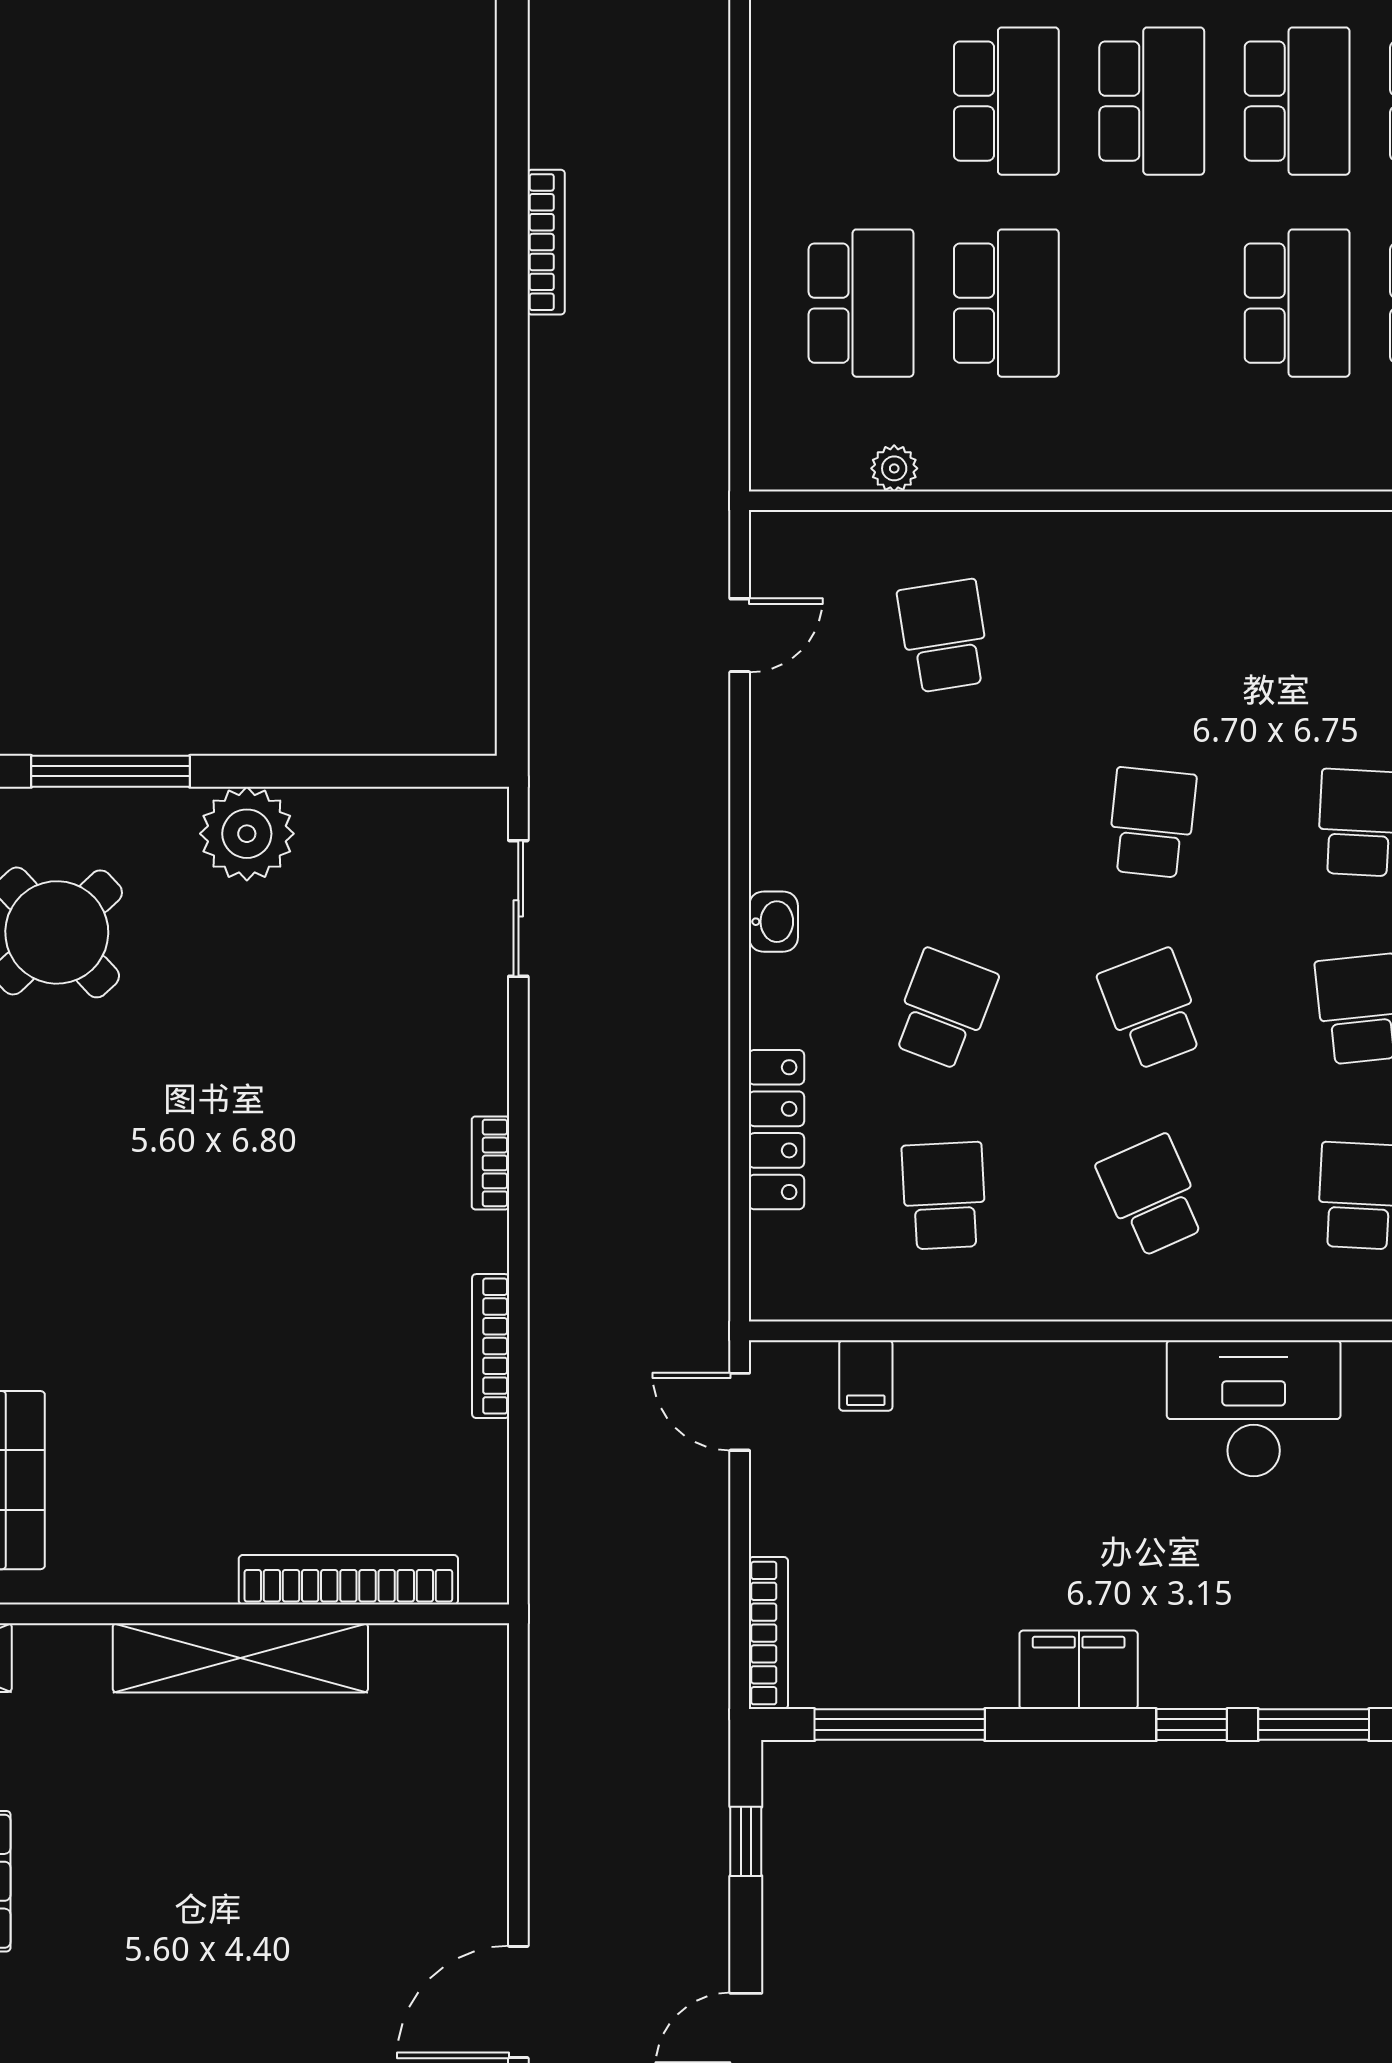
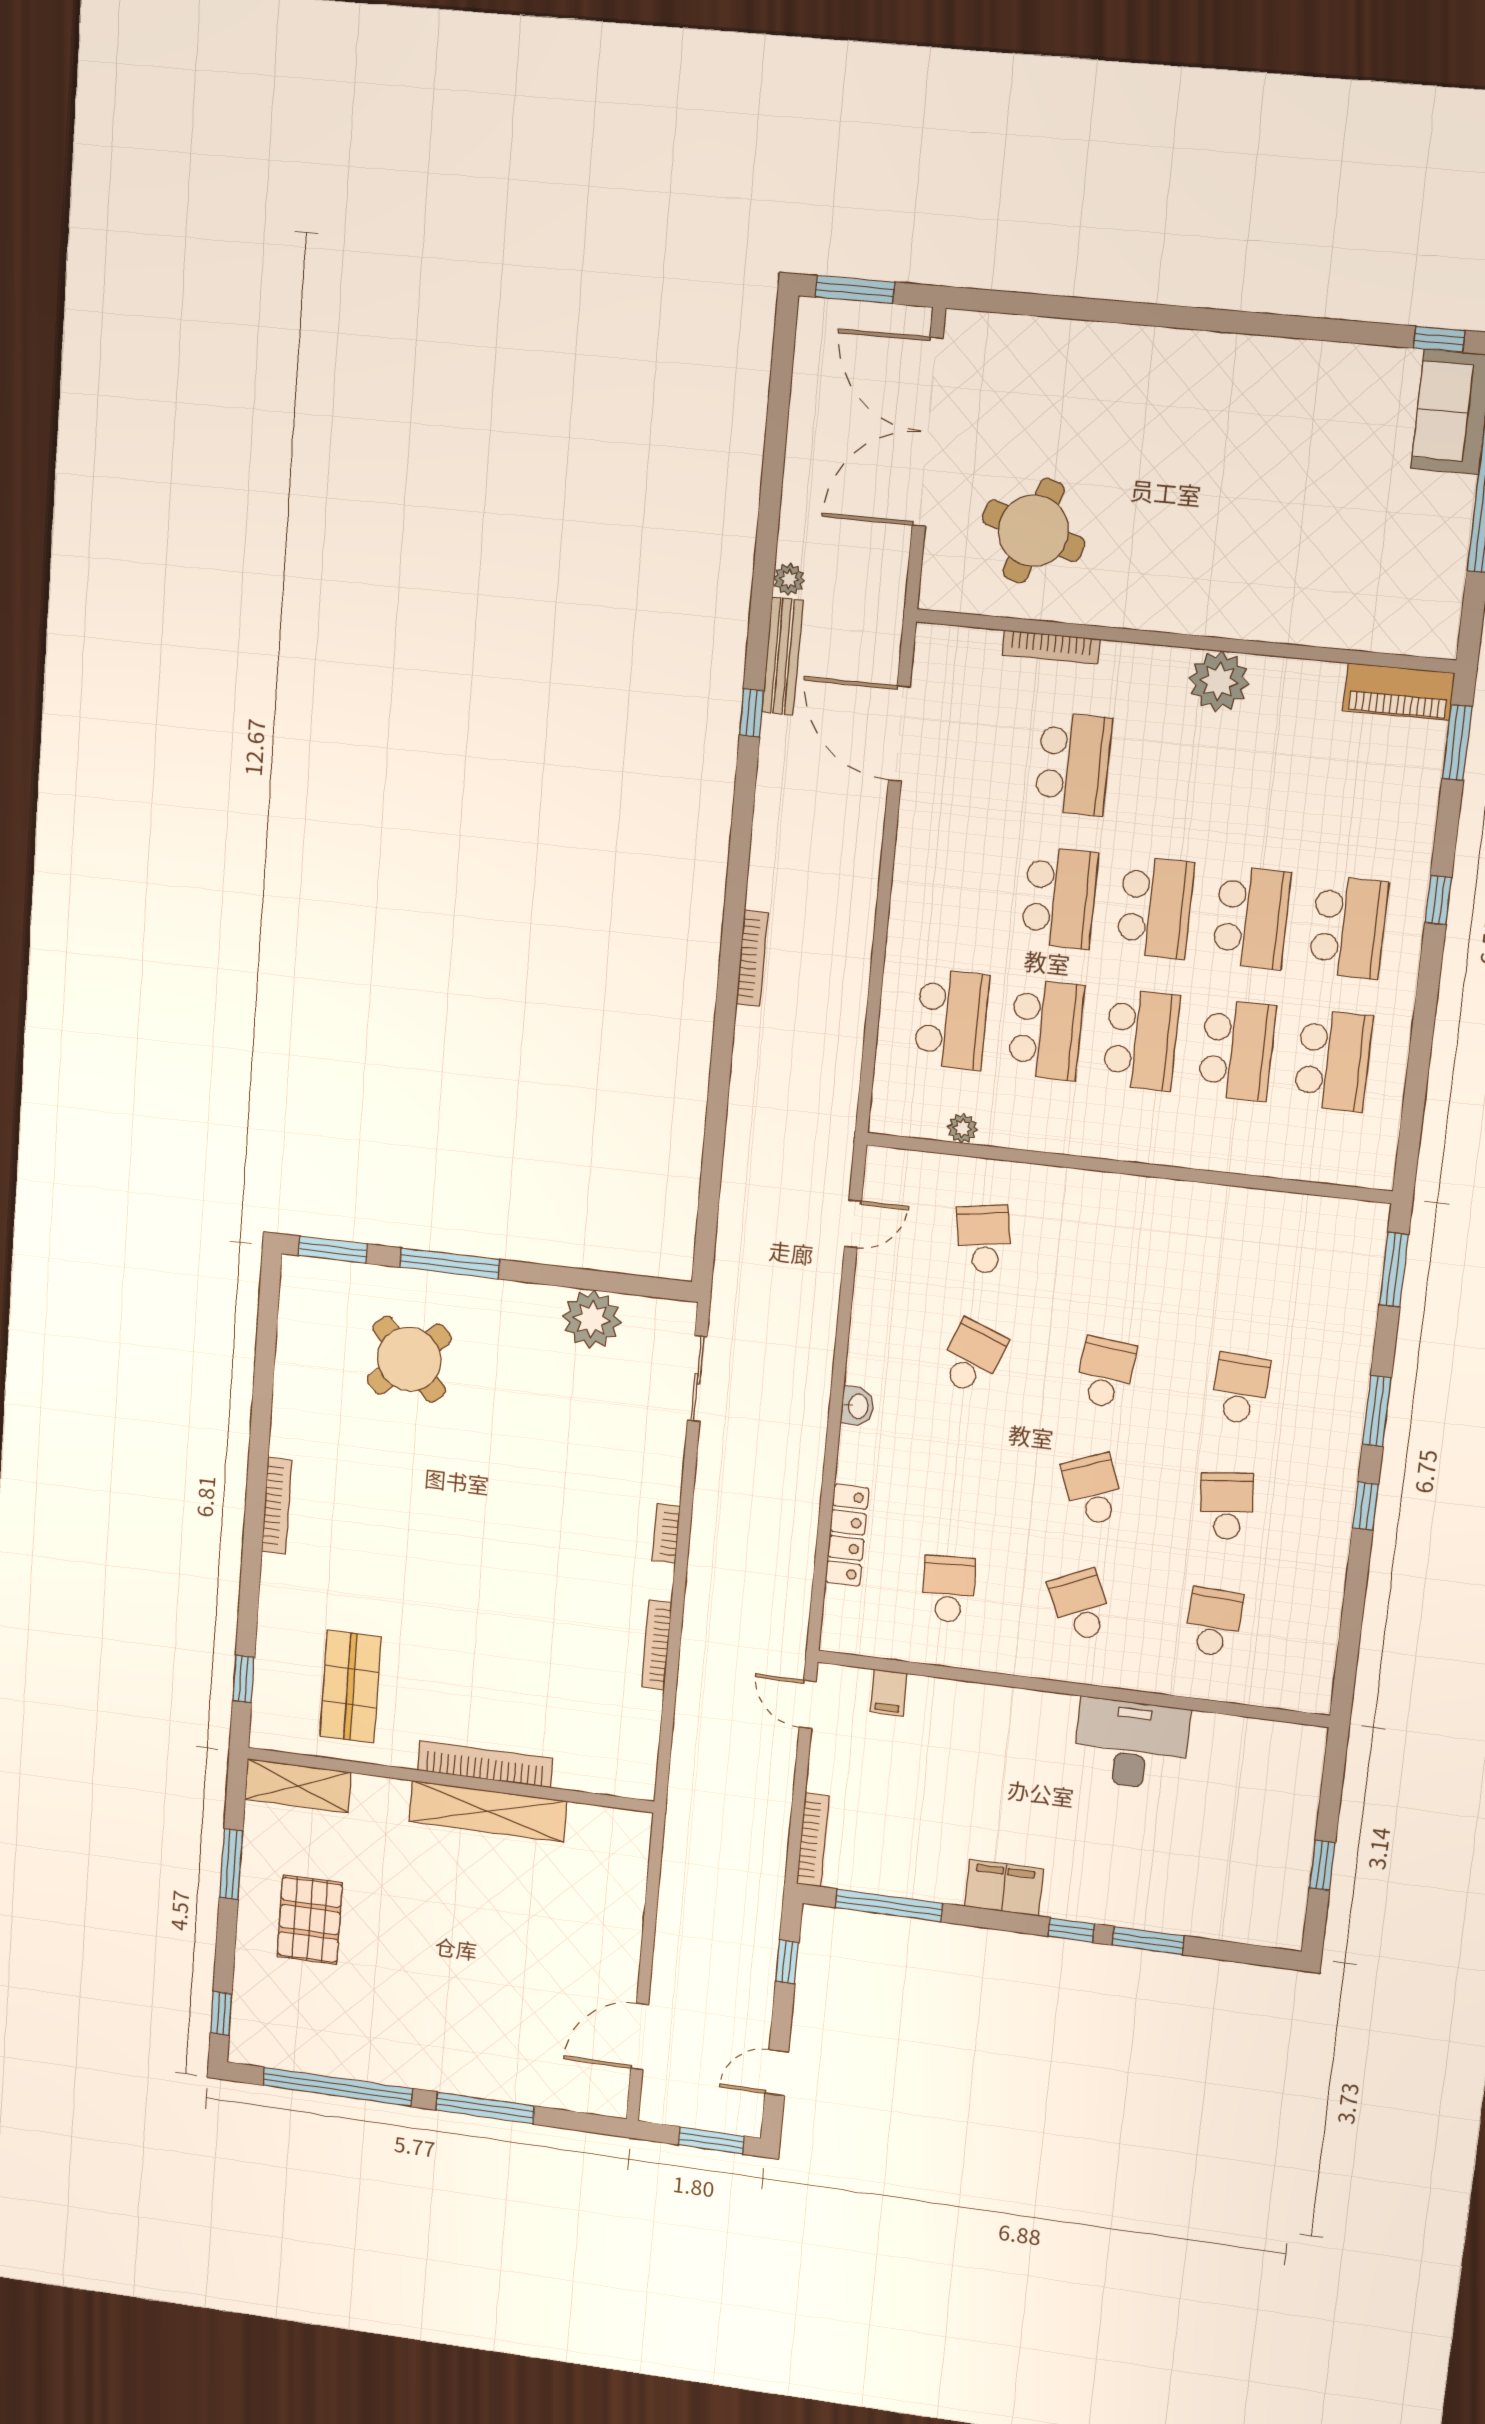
school desk: (1152, 303) -> (1141, 1040), added
plant: (247, 834) -> (592, 1319), moved
school desk: (944, 1009) -> (972, 1357), moved
bookcase: (348, 1580) -> (485, 1764), moved

